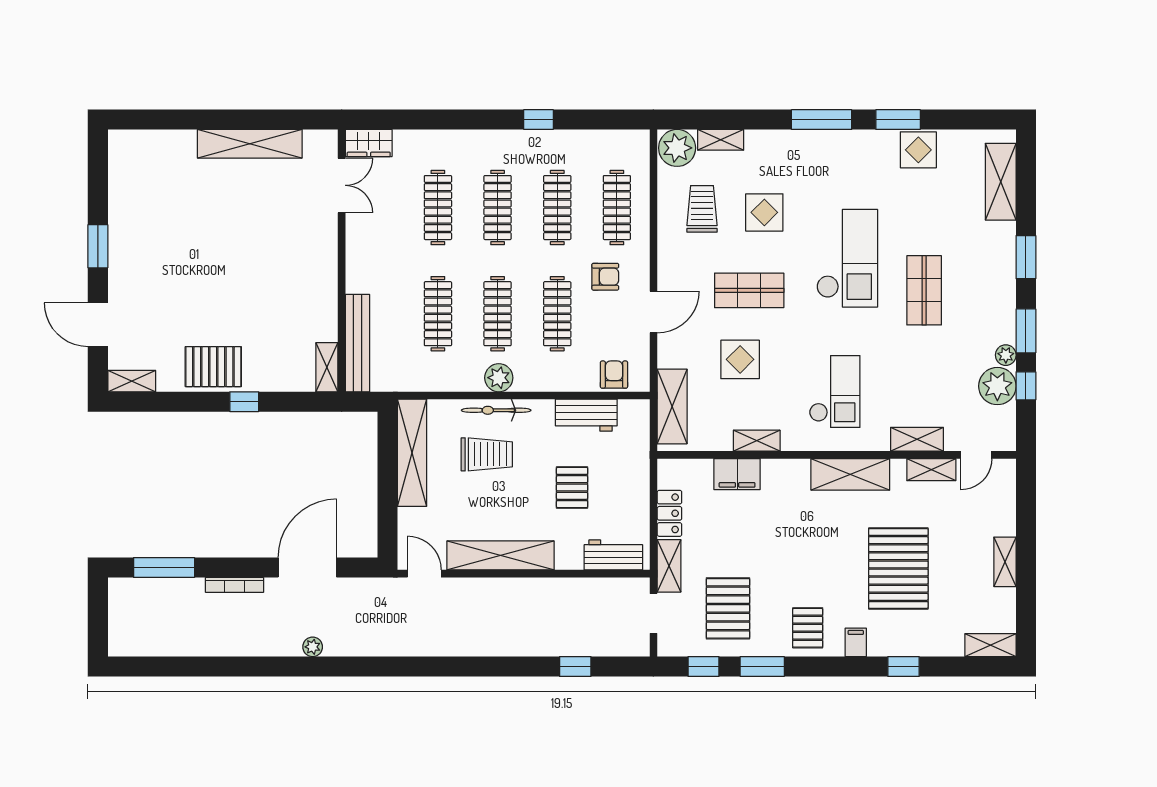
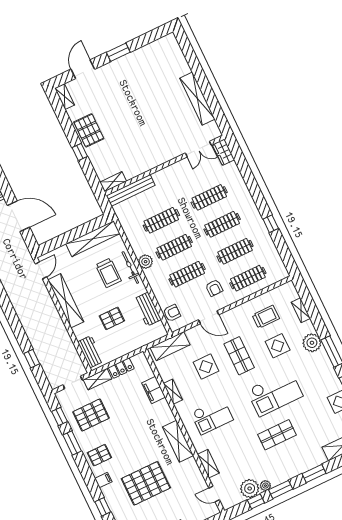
plant: (677, 148) -> (312, 343), moved
shelving: (931, 470) -> (198, 477), removed

